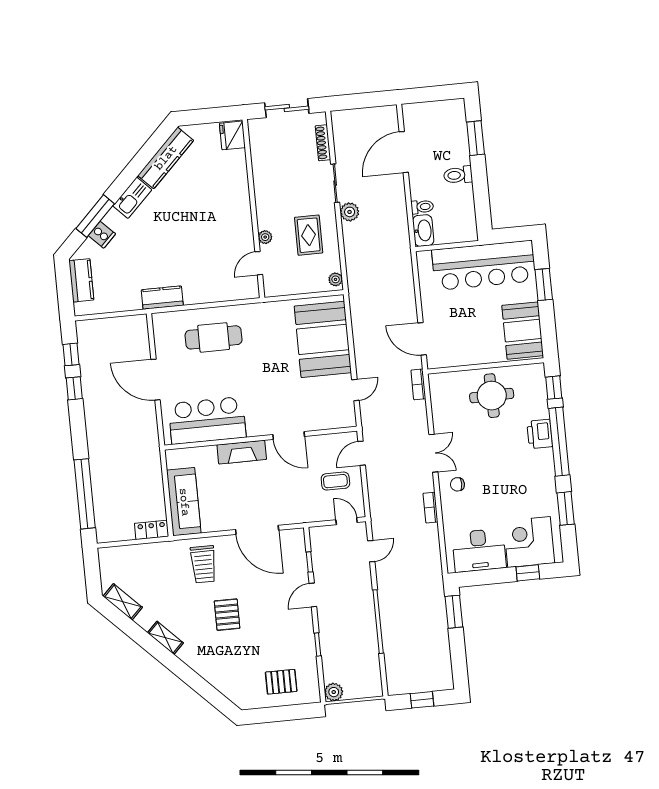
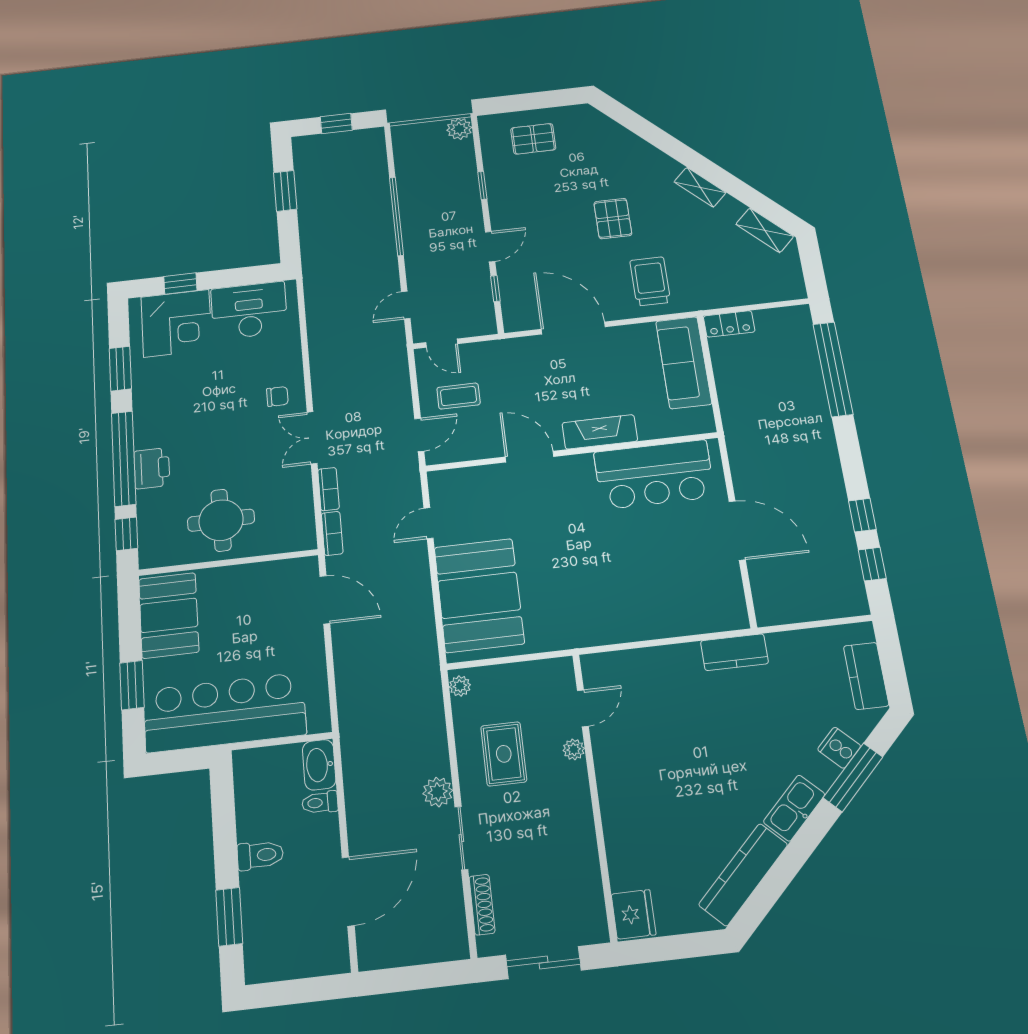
cafe table: (214, 337) -> (650, 594), removed
bookcase: (430, 508) -> (329, 489), moved
window: (454, 612) -> (285, 191), moved

